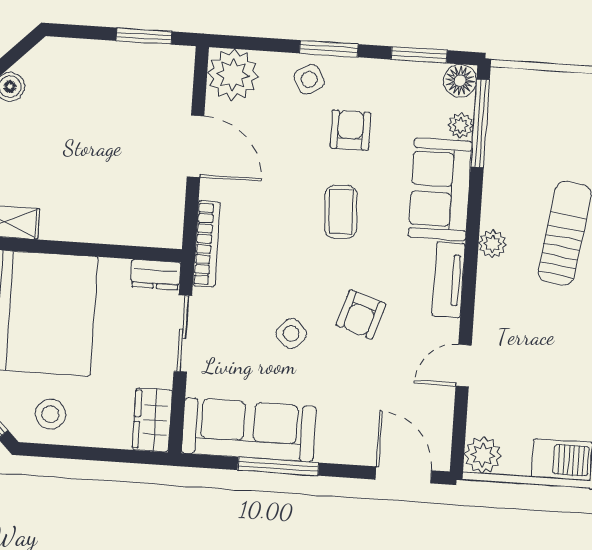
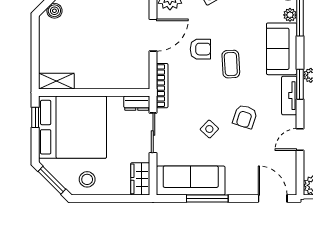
armchair: (350, 130) -> (200, 49), moved, turned 90
door: (196, 146) -> (153, 35), hinge flipped
window: (471, 260) -> (300, 84), added

